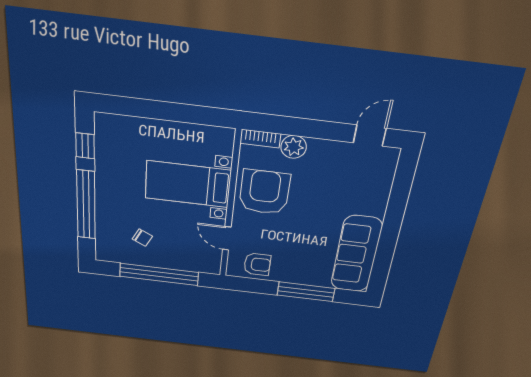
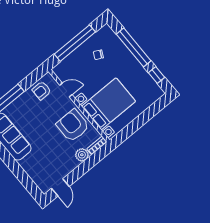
bed with nightstands: (188, 184) -> (109, 104), width x1.36
armchair: (264, 192) -> (73, 126), turned 180

